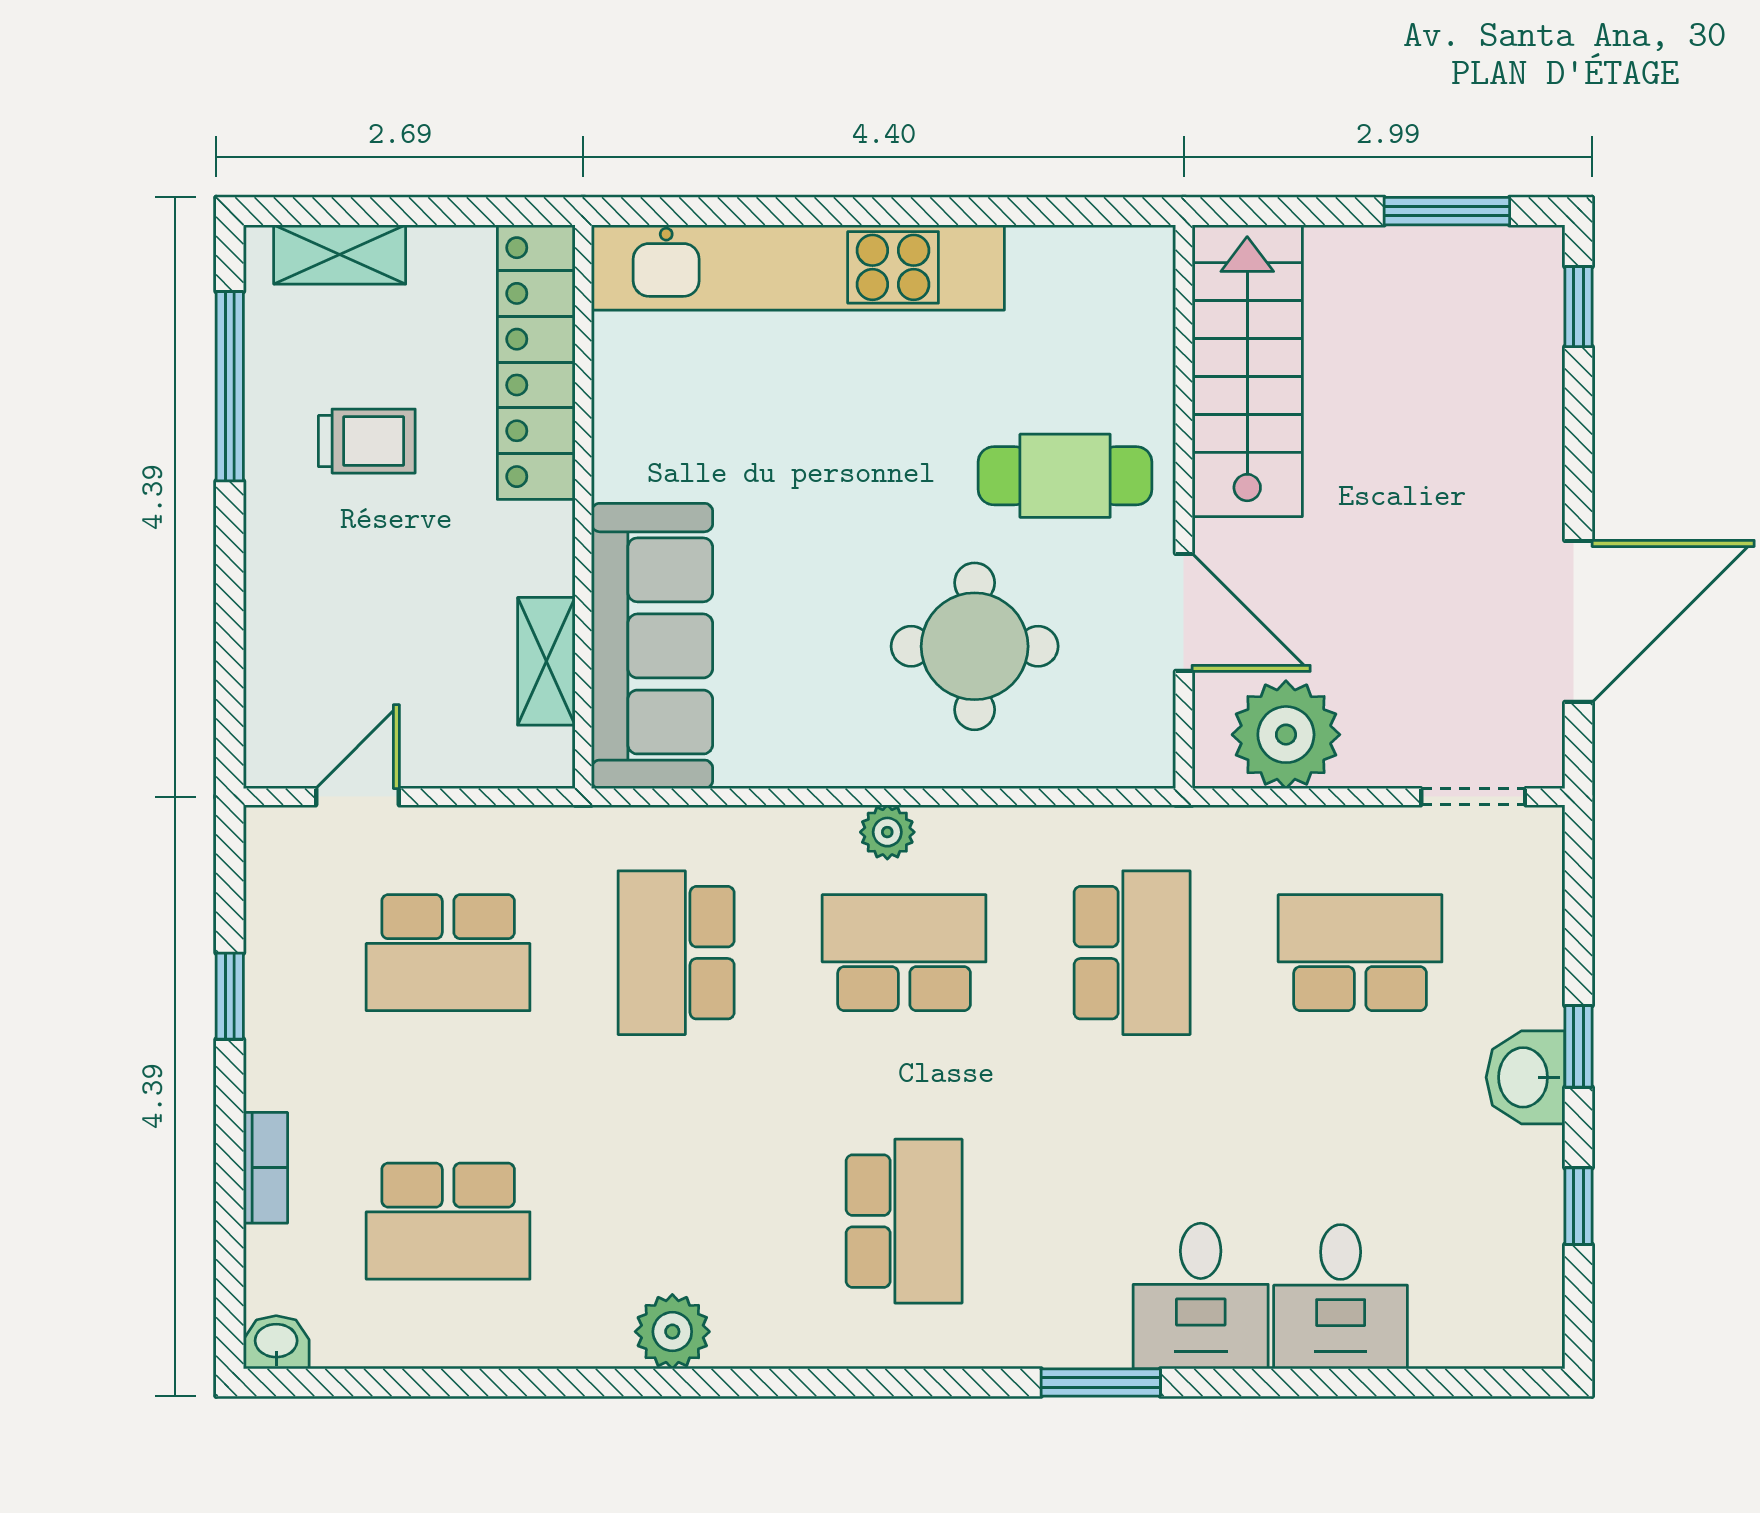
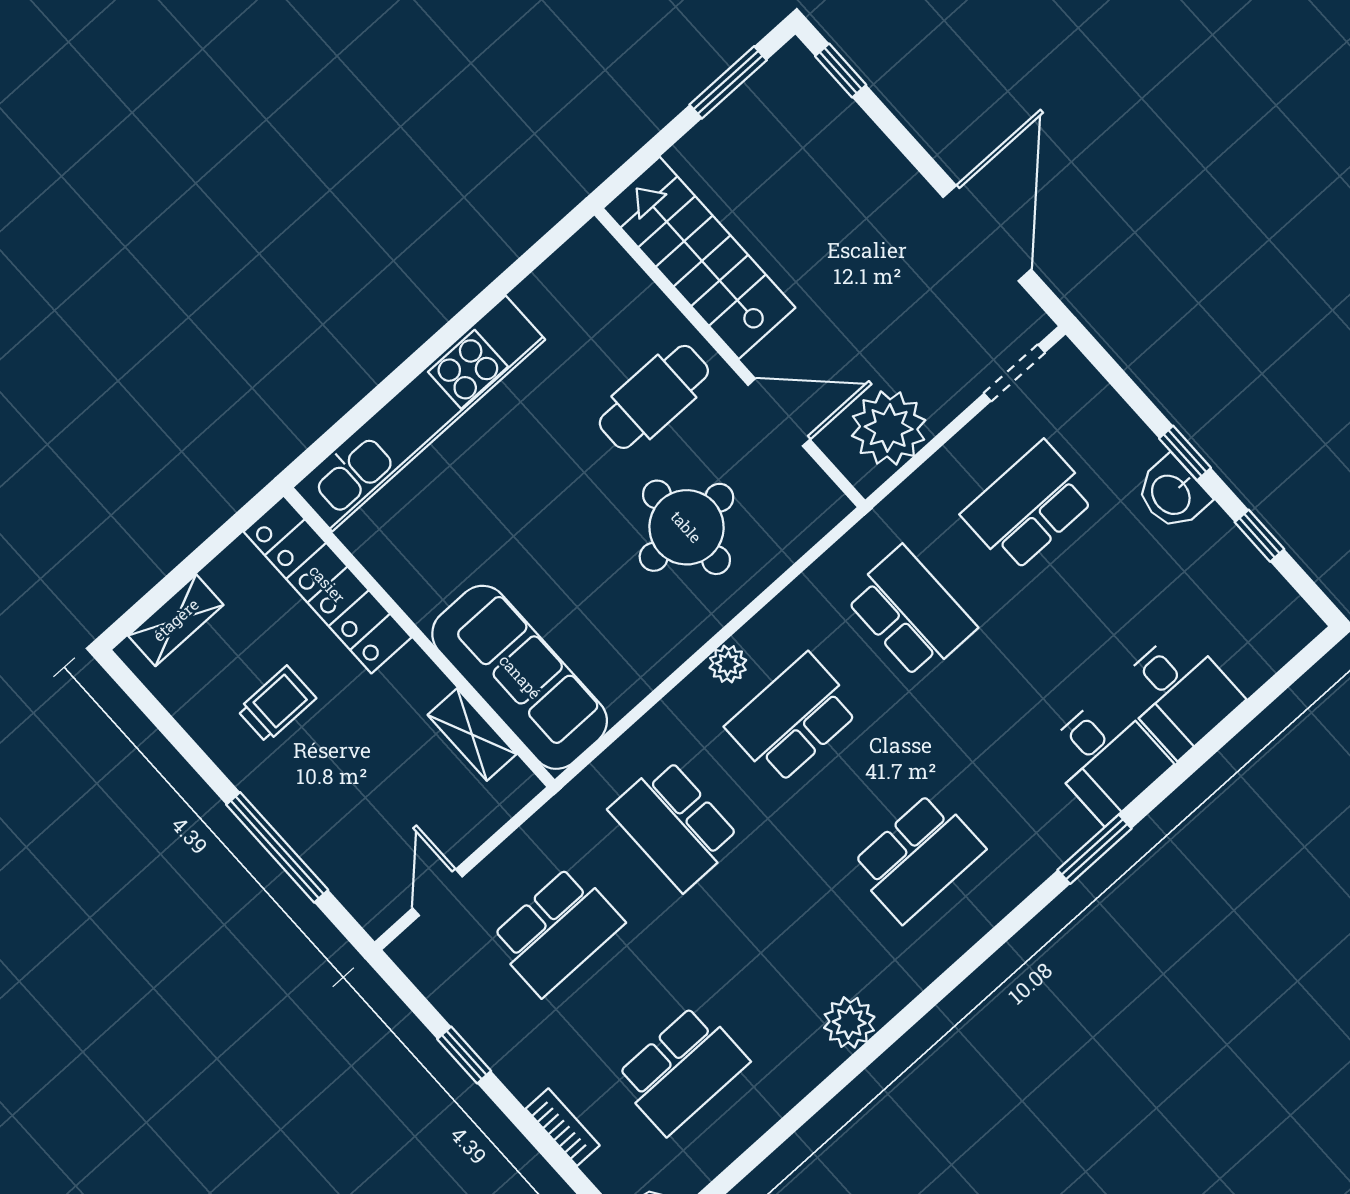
window: (230, 386) -> (277, 847), moved
school desk: (904, 1221) -> (918, 857), turned 90

